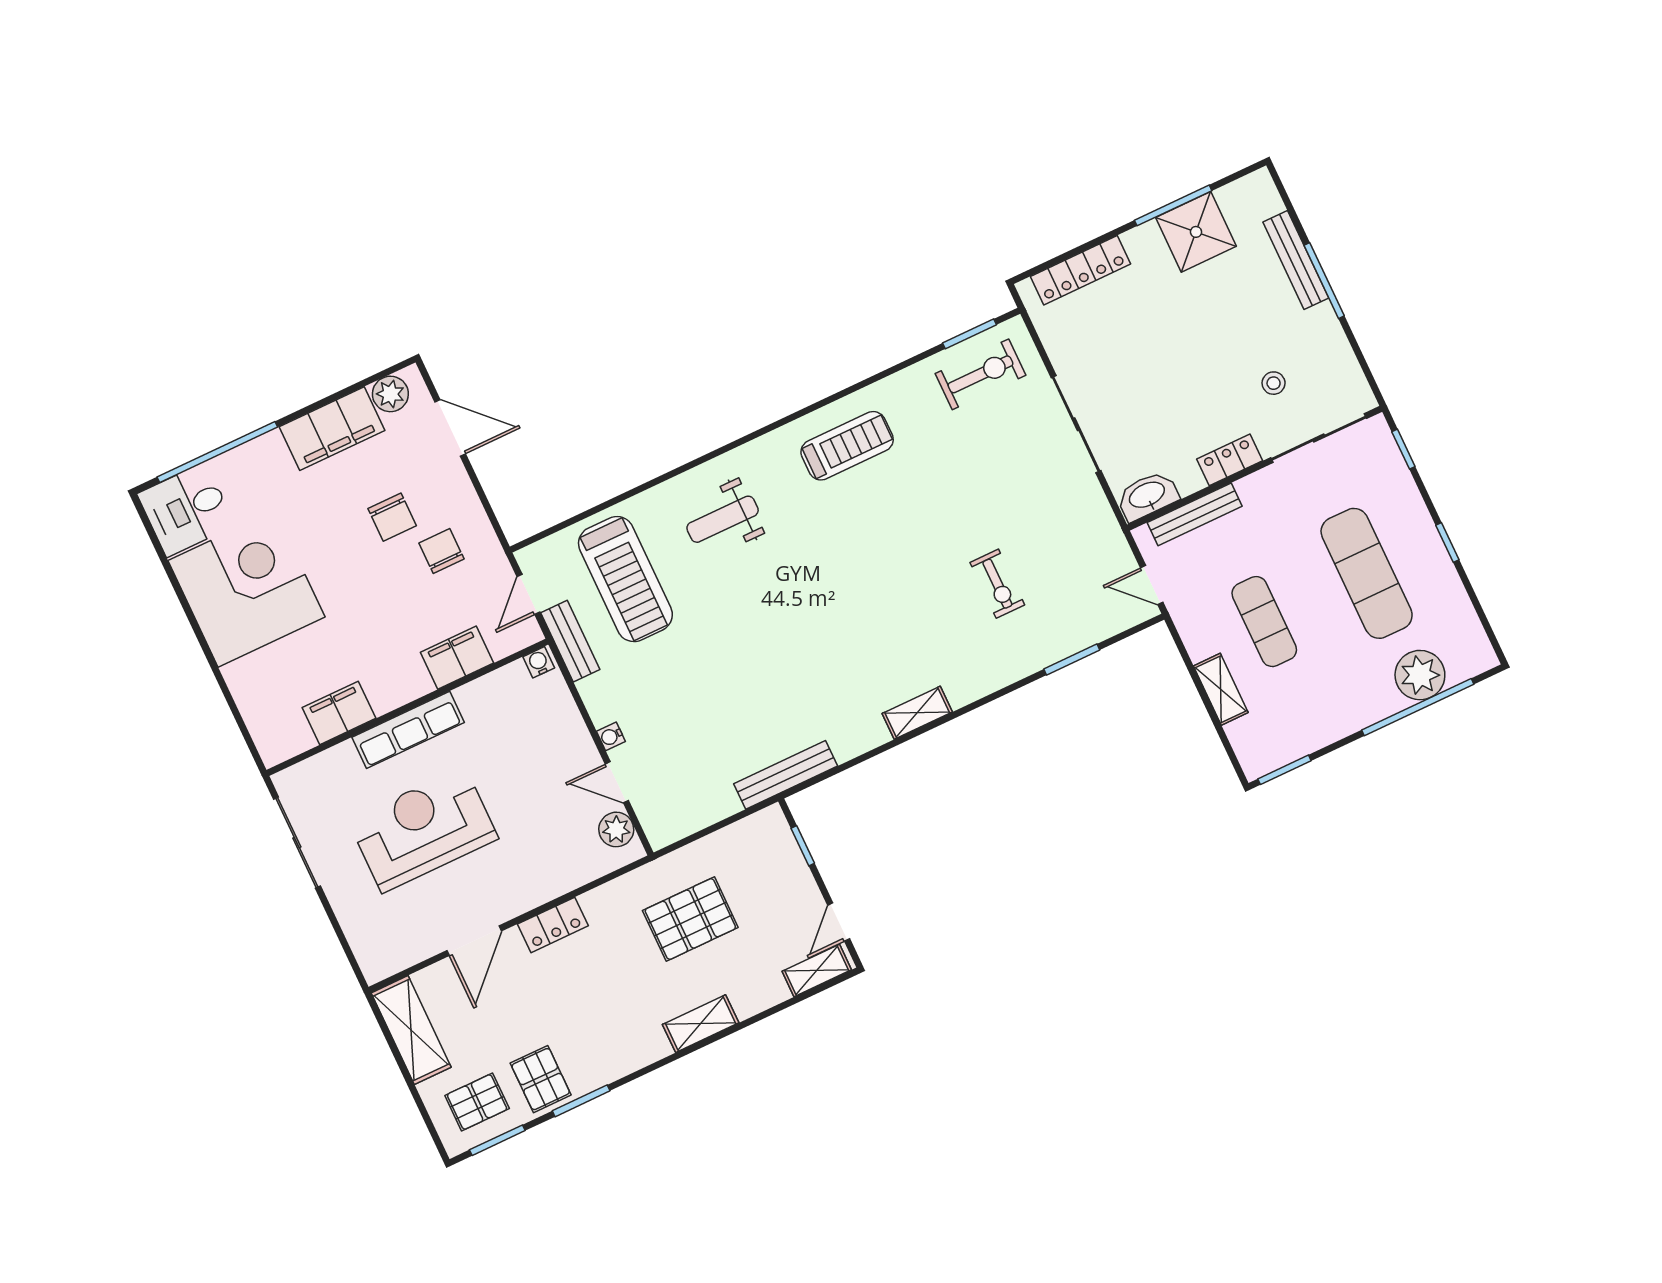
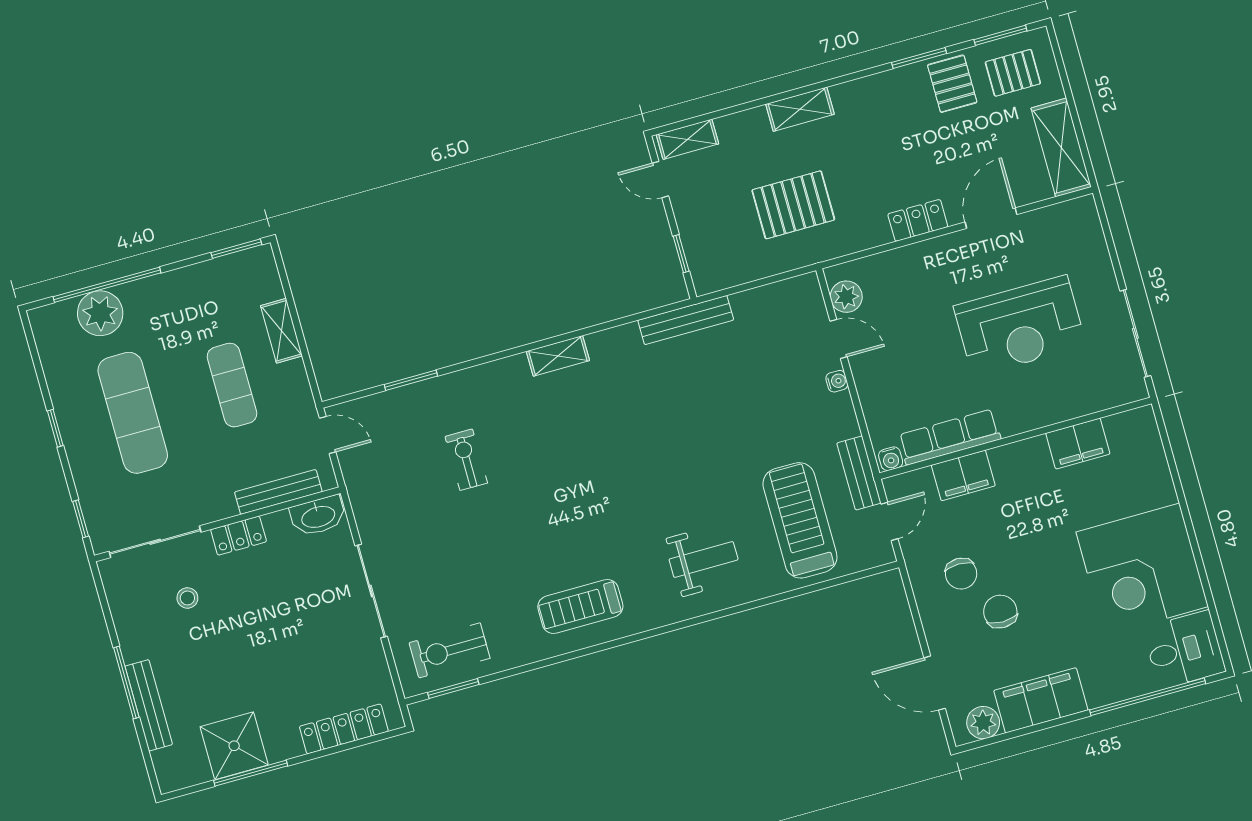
row of seats: (408, 730) -> (950, 437), moved
door: (839, 922) -> (660, 180), swing flipped

